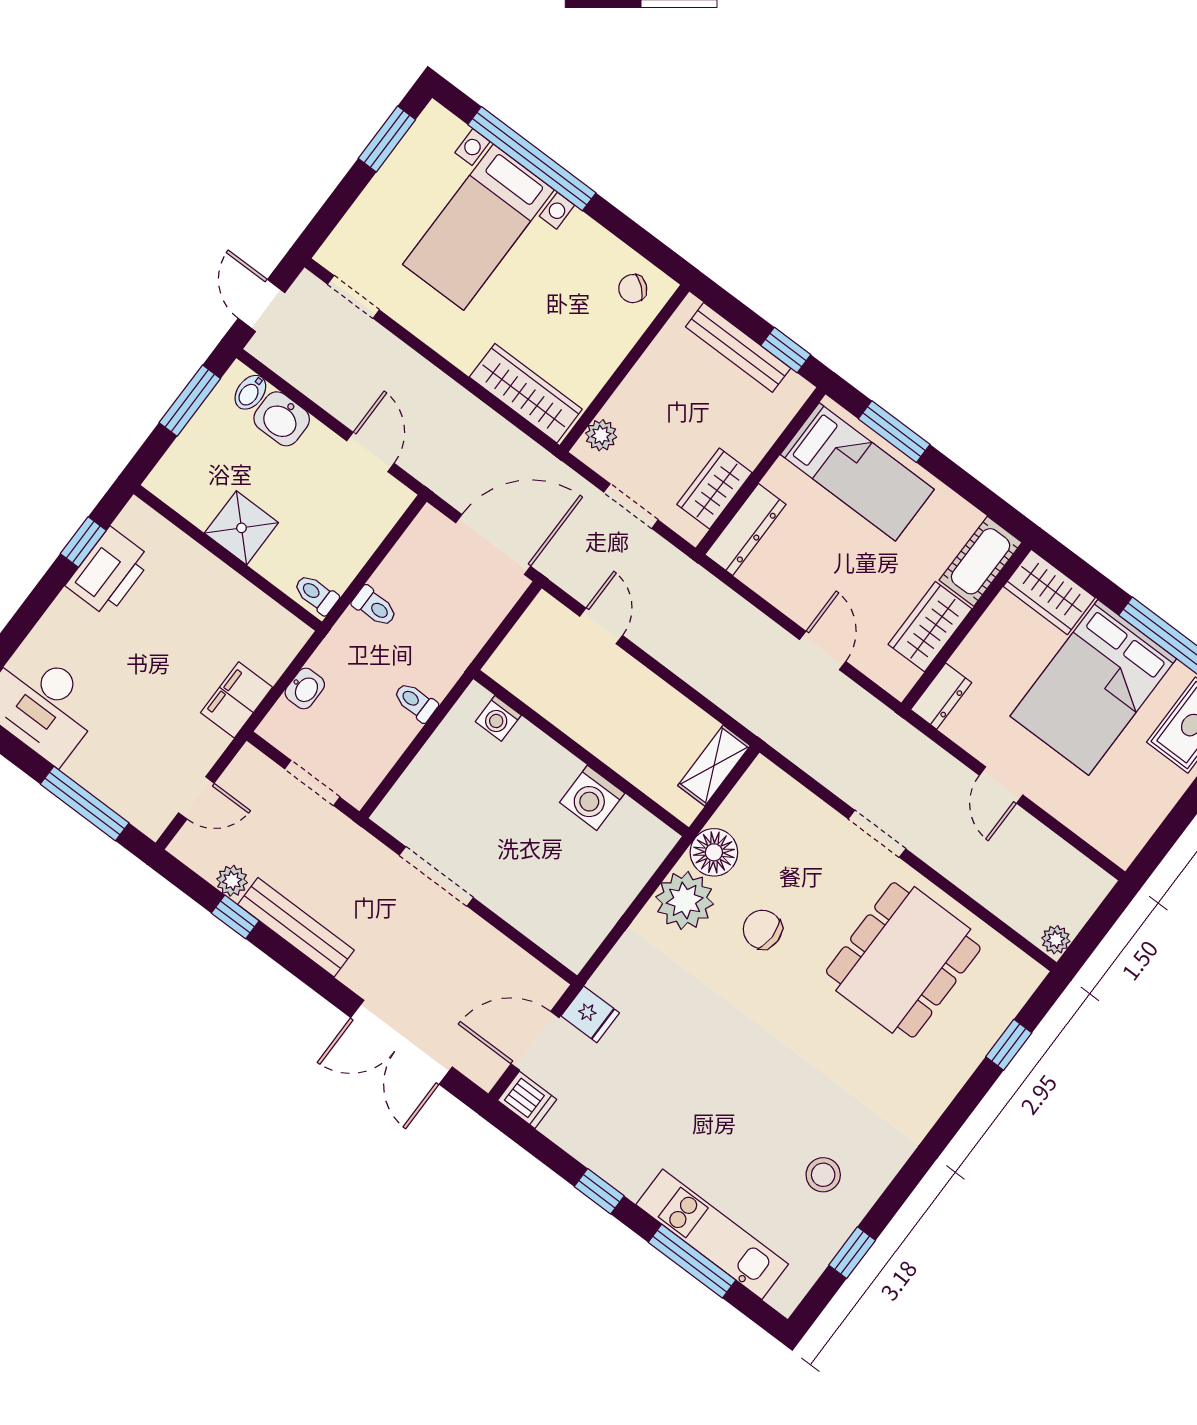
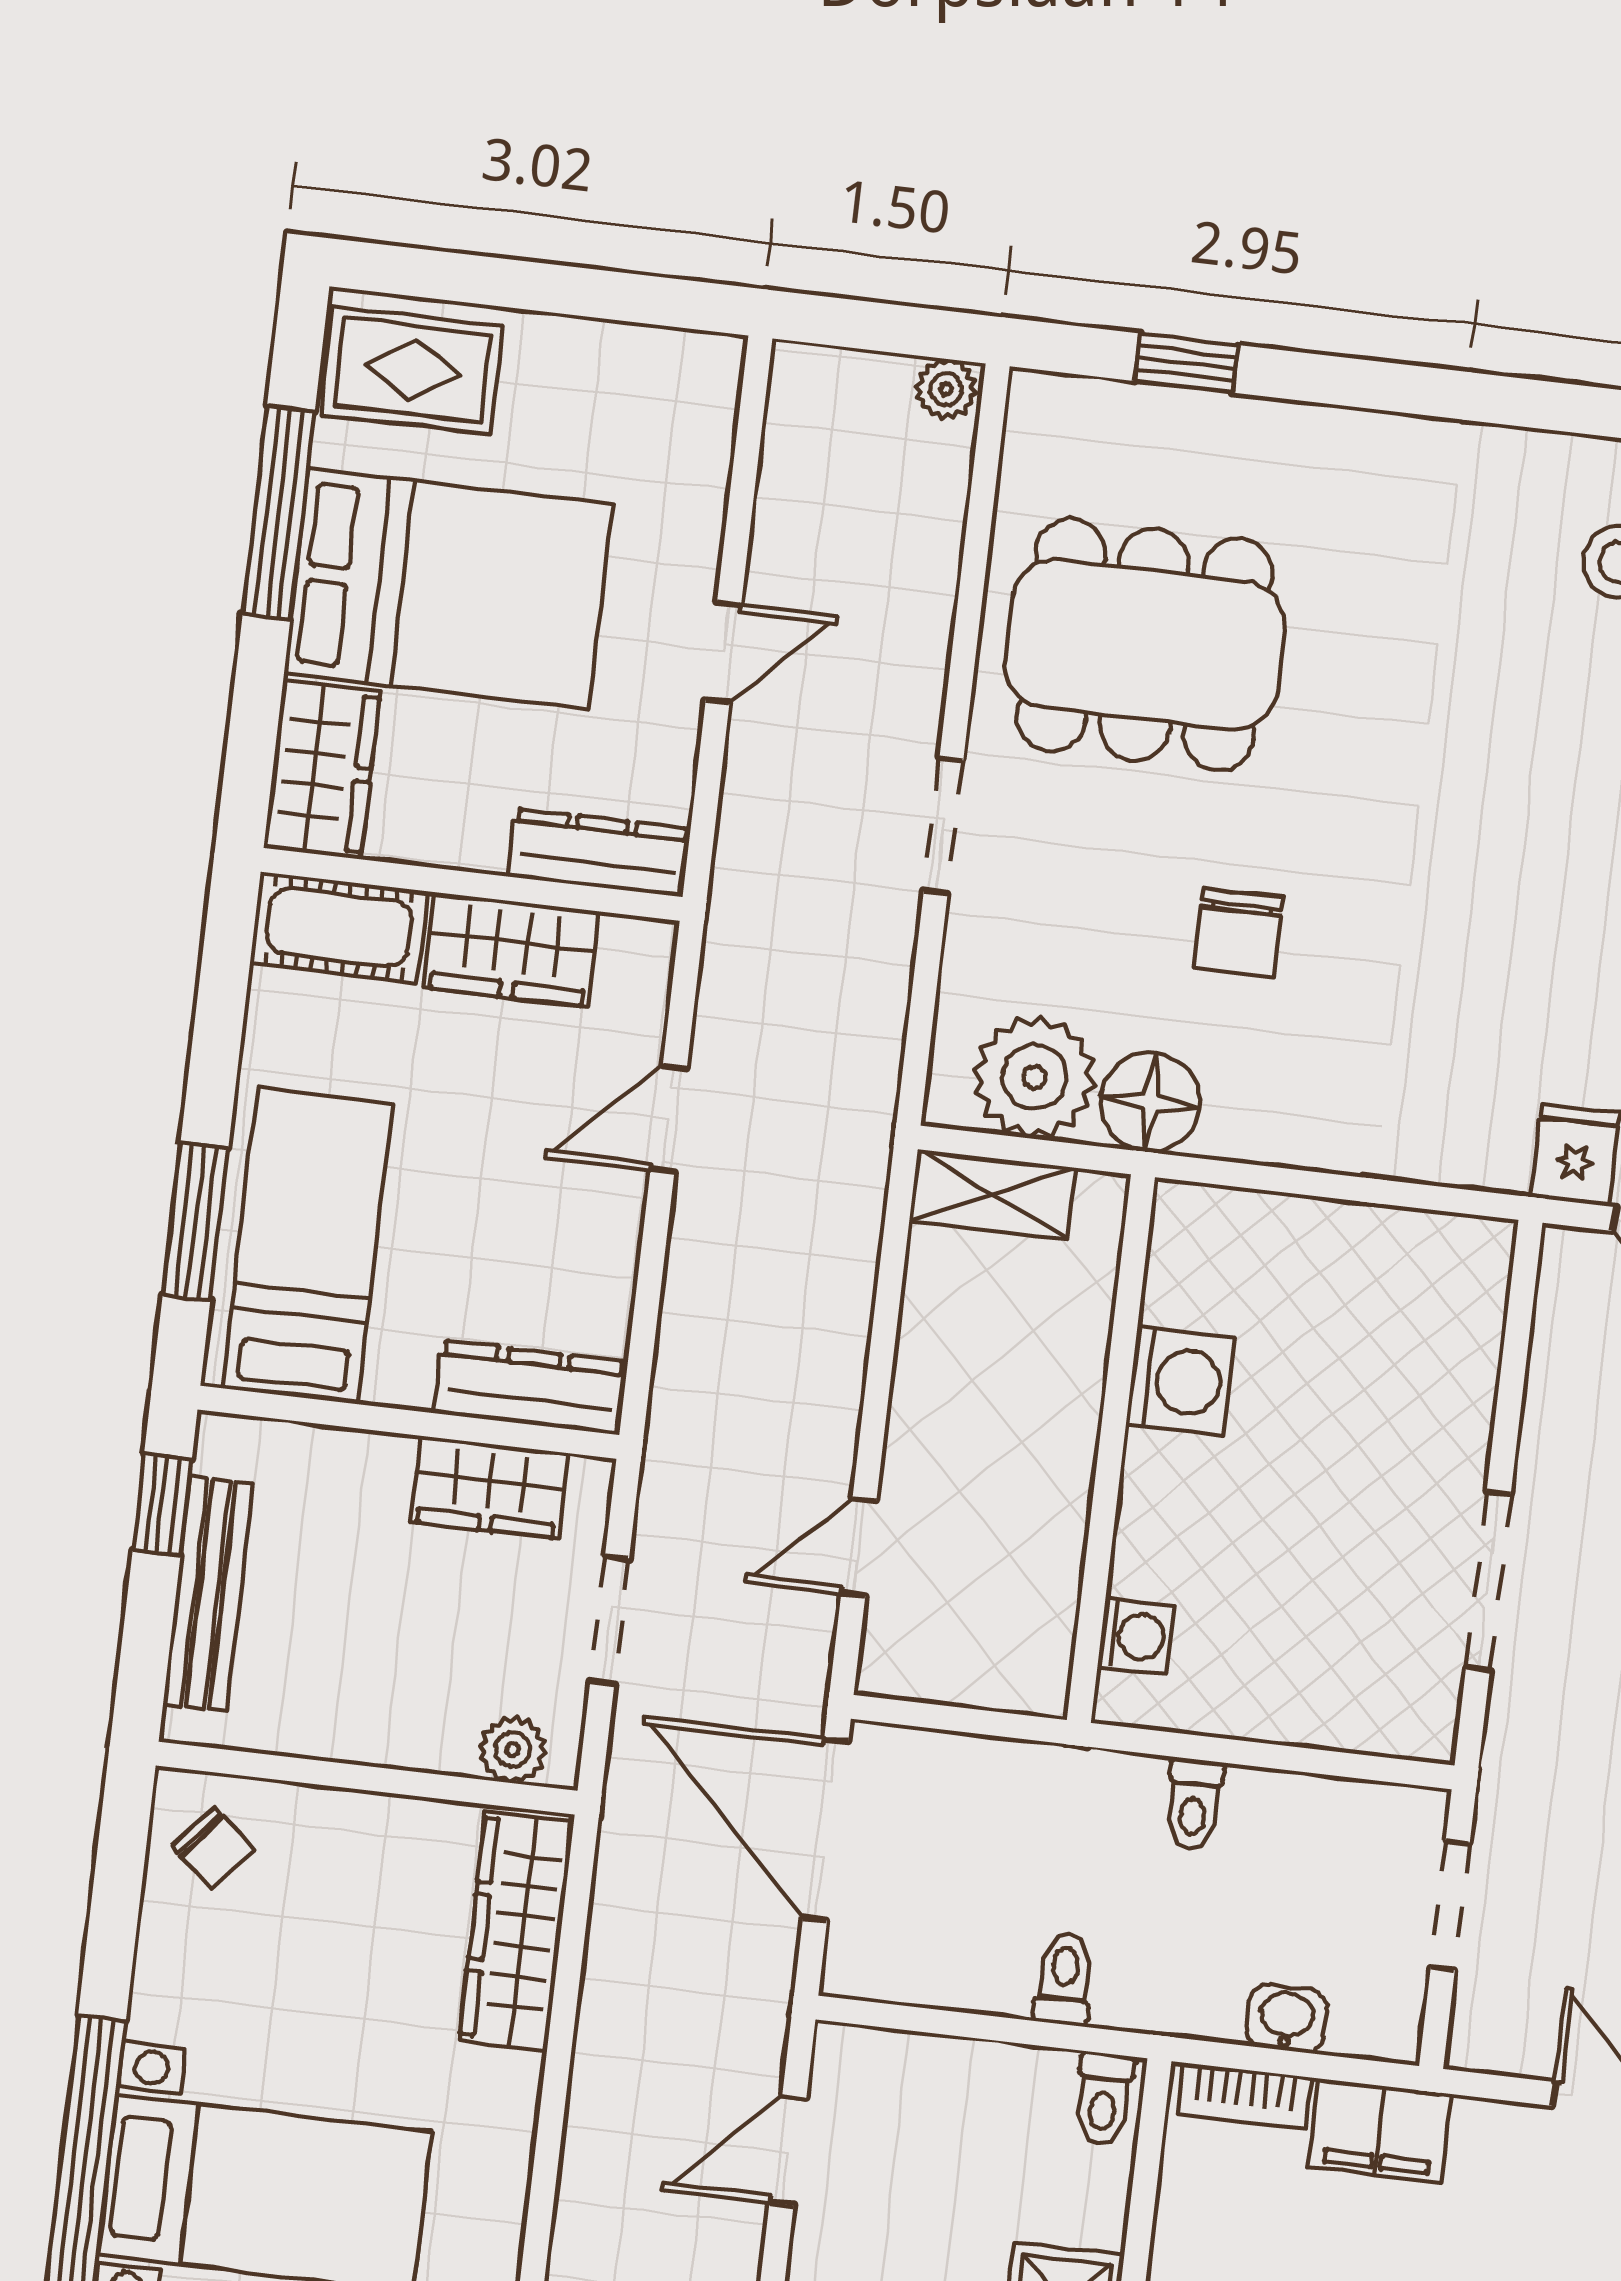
bookcase: (283, 653) -> (1245, 2096), added
dresser: (941, 696) -> (599, 853), width x1.44
plant: (685, 900) -> (1034, 1077), moved

